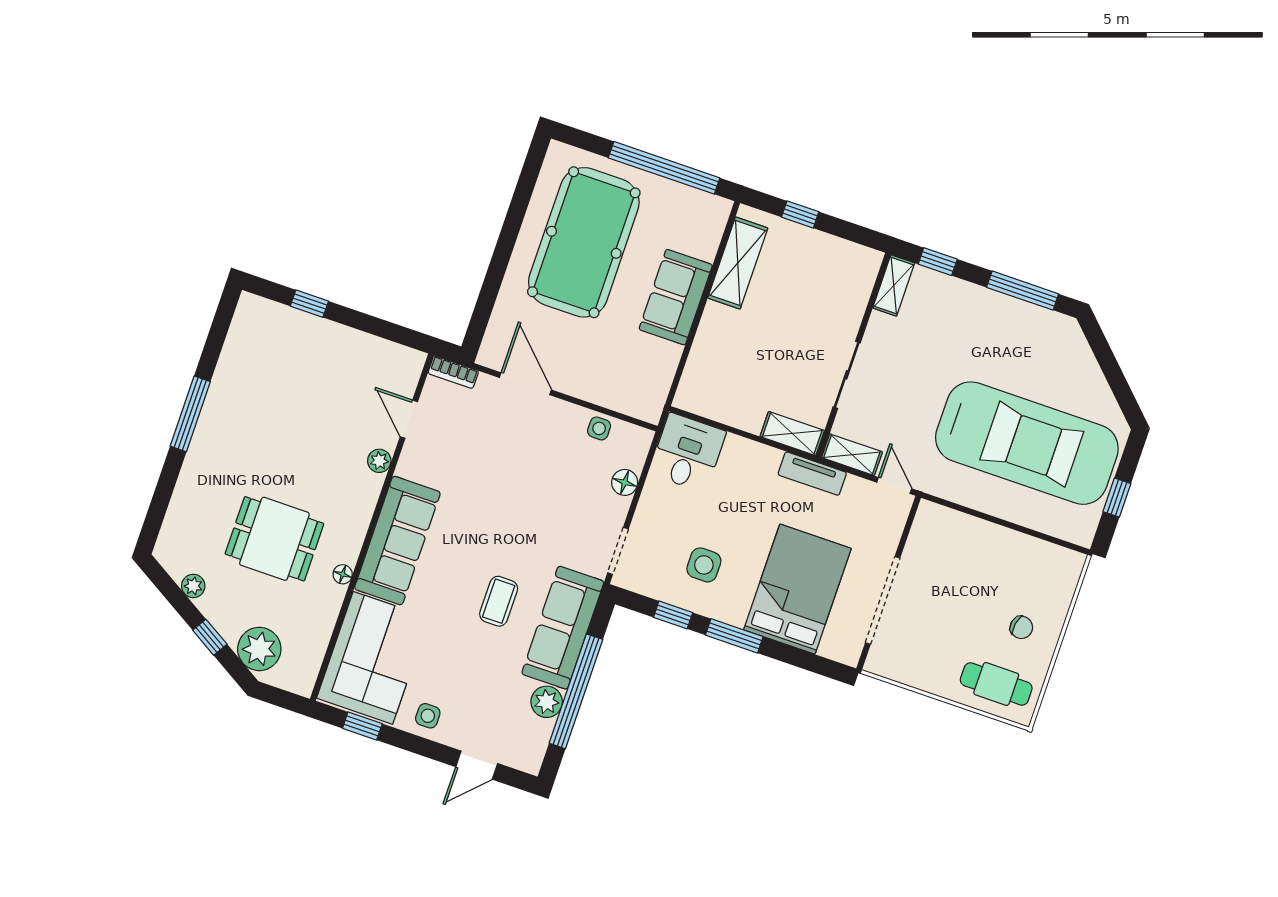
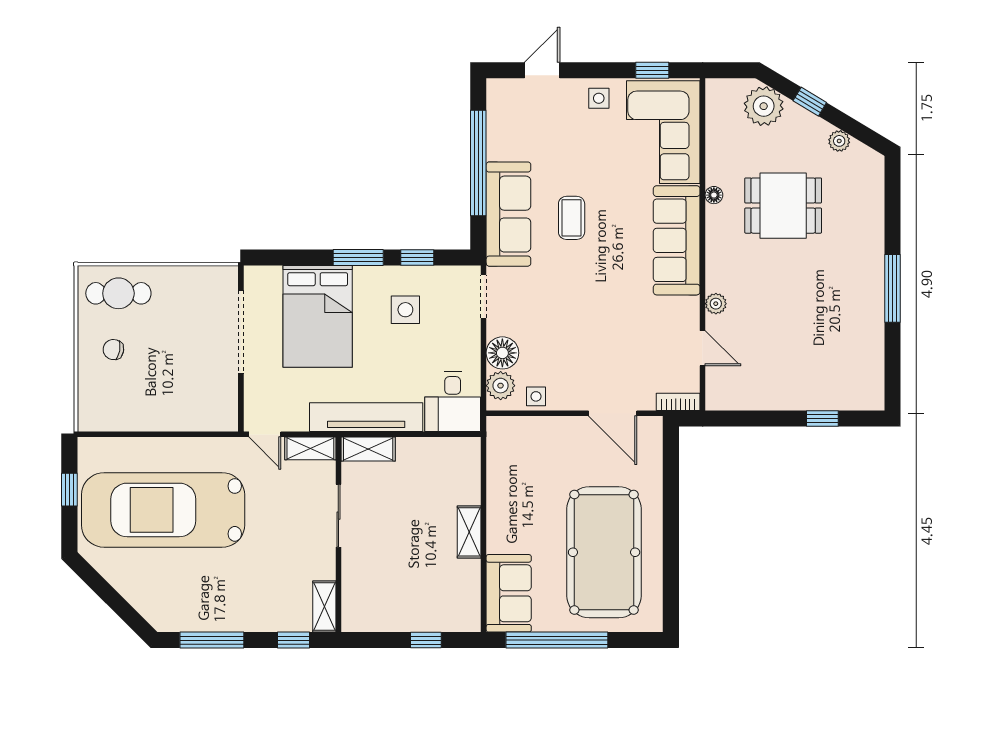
shelving: (738, 263) -> (469, 532), moved, width x0.67, depth x0.75
sofa: (676, 297) -> (509, 593), moved
tv unit: (812, 474) -> (366, 417), width x1.92, depth x1.29
floor lamp: (625, 482) -> (502, 353), width x1.38, depth x1.38
plant: (547, 702) -> (501, 386), moved

